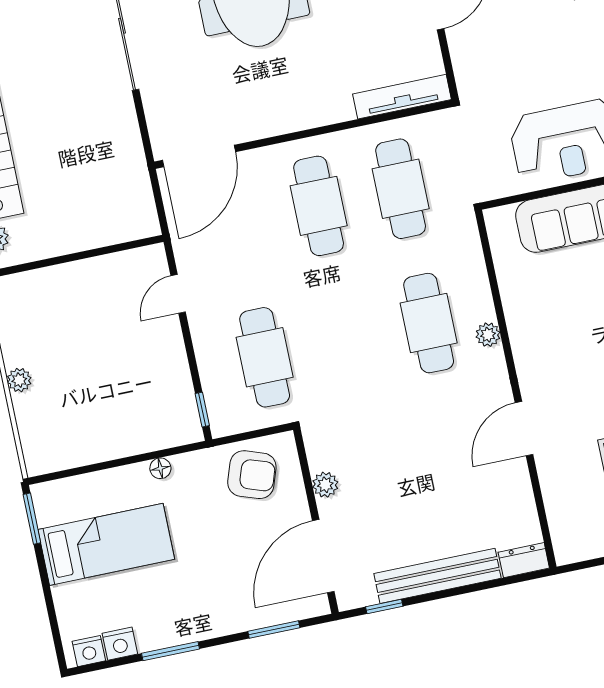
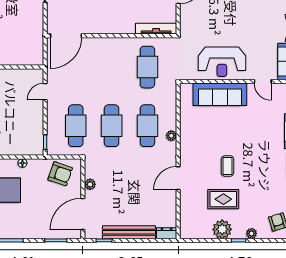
cafe table: (319, 206) -> (112, 126), moved

